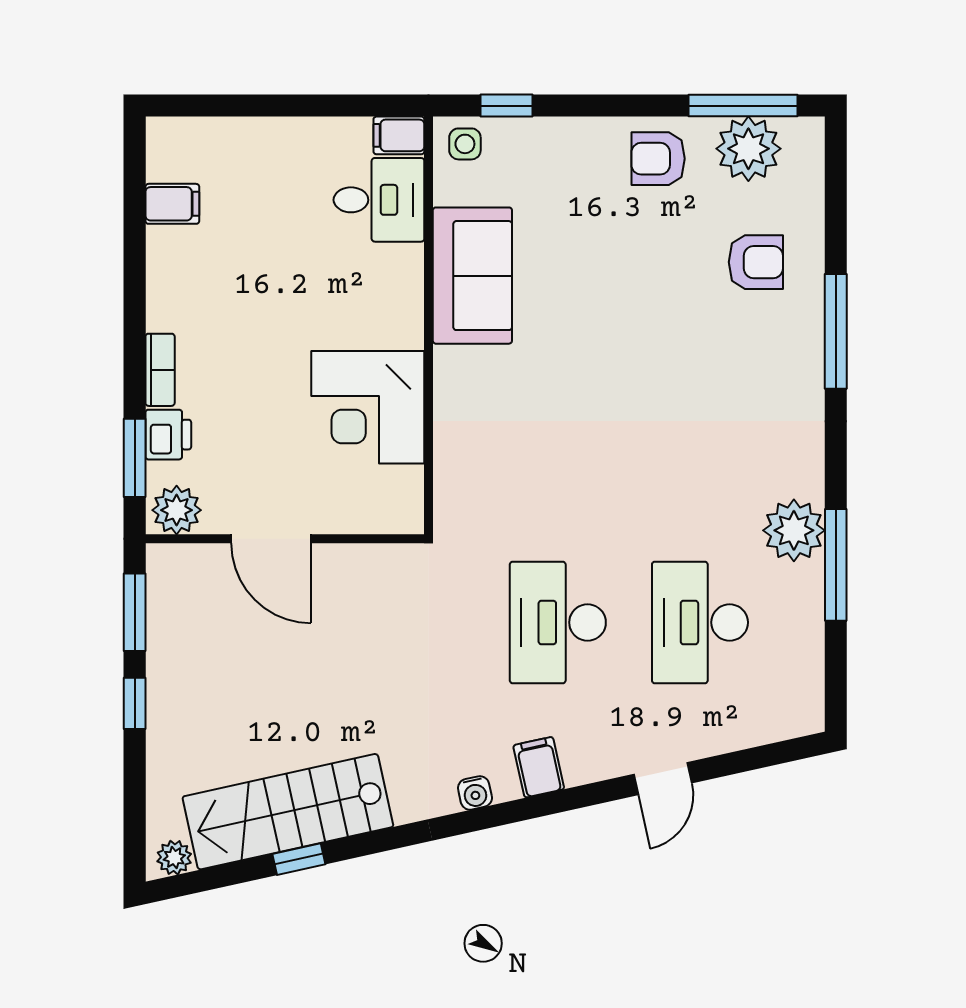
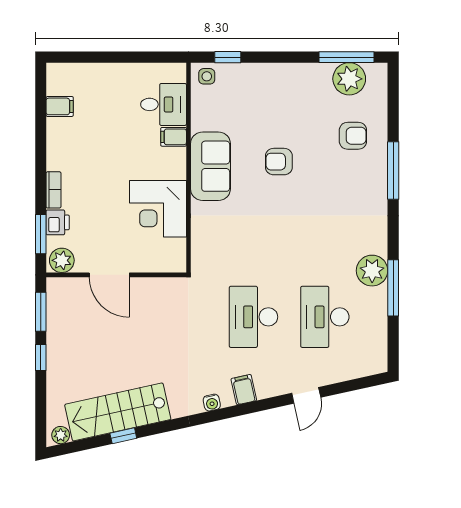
filing cabinet: (399, 135) -> (174, 137), moved
armchair: (658, 159) -> (279, 162), moved
sofa: (472, 276) -> (210, 166), moved

